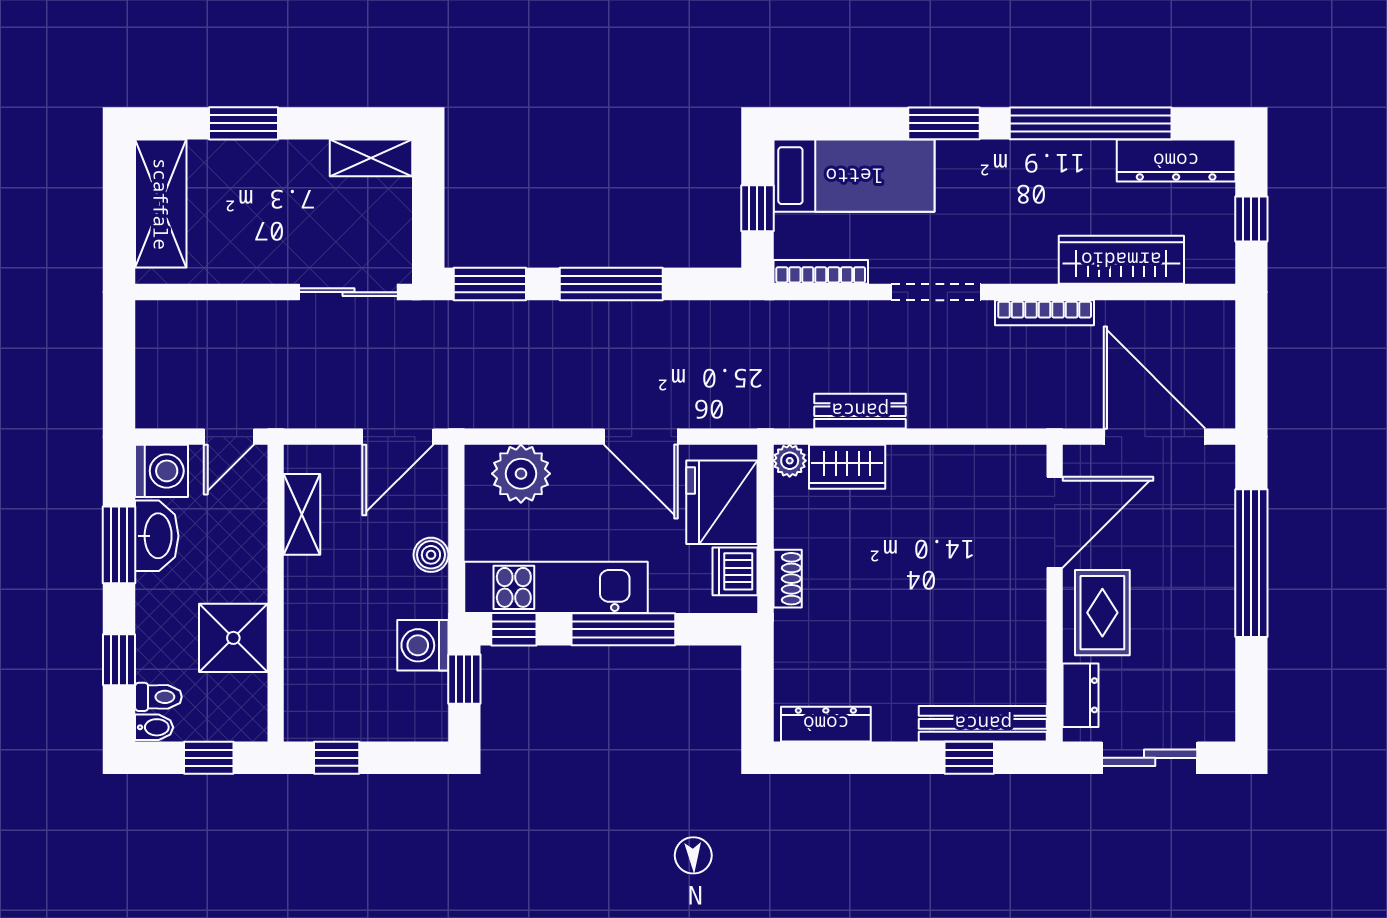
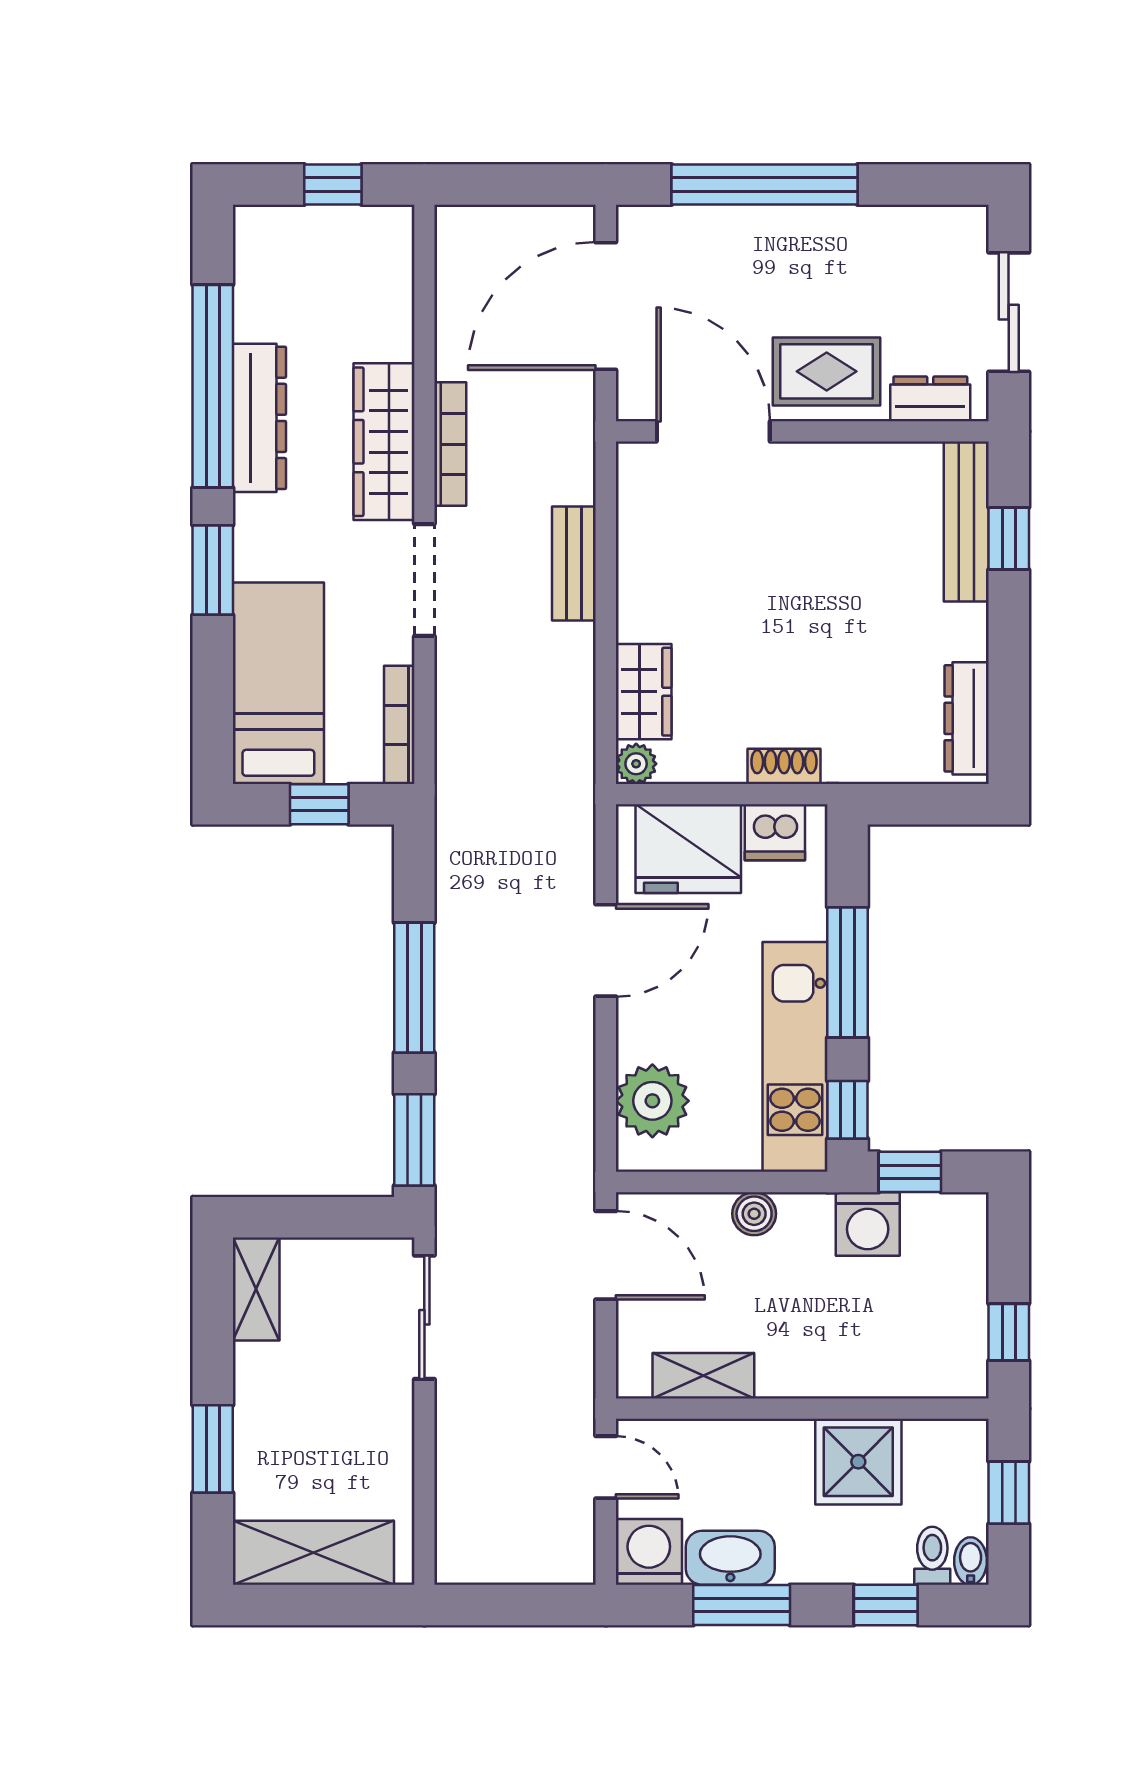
dresser: (1176, 161) -> (259, 418), moved
wardrobe: (1121, 260) -> (384, 442), moved
bench: (860, 411) -> (574, 564), moved

